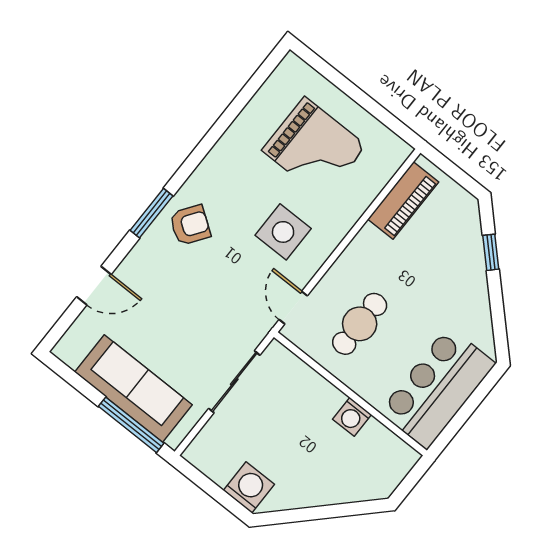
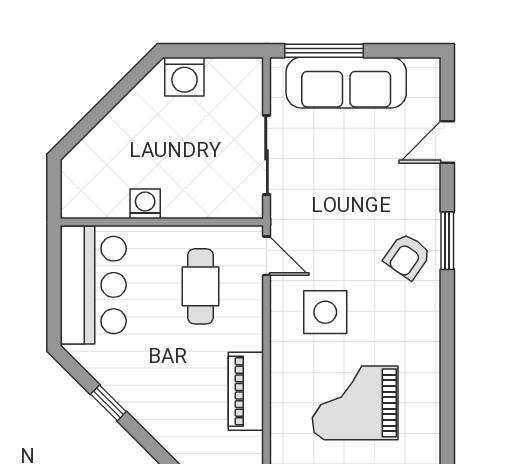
piano: (403, 201) -> (246, 391), moved
window: (491, 252) -> (108, 403), moved

